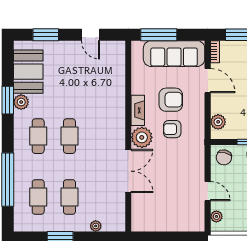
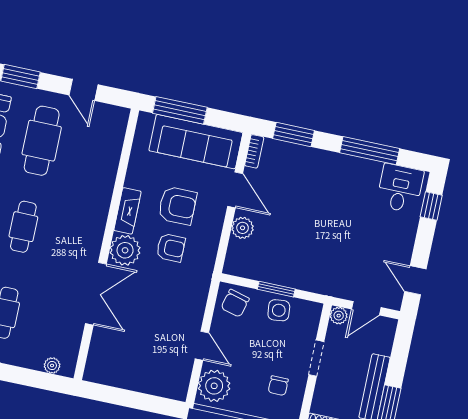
cafe table: (69, 75) -> (42, 141), added
plant: (218, 122) -> (243, 228), moved
armchair: (172, 129) -> (171, 248), turned 180
plant: (216, 216) -> (214, 386), width x1.87, depth x1.87
plant: (96, 226) -> (52, 365), moved

